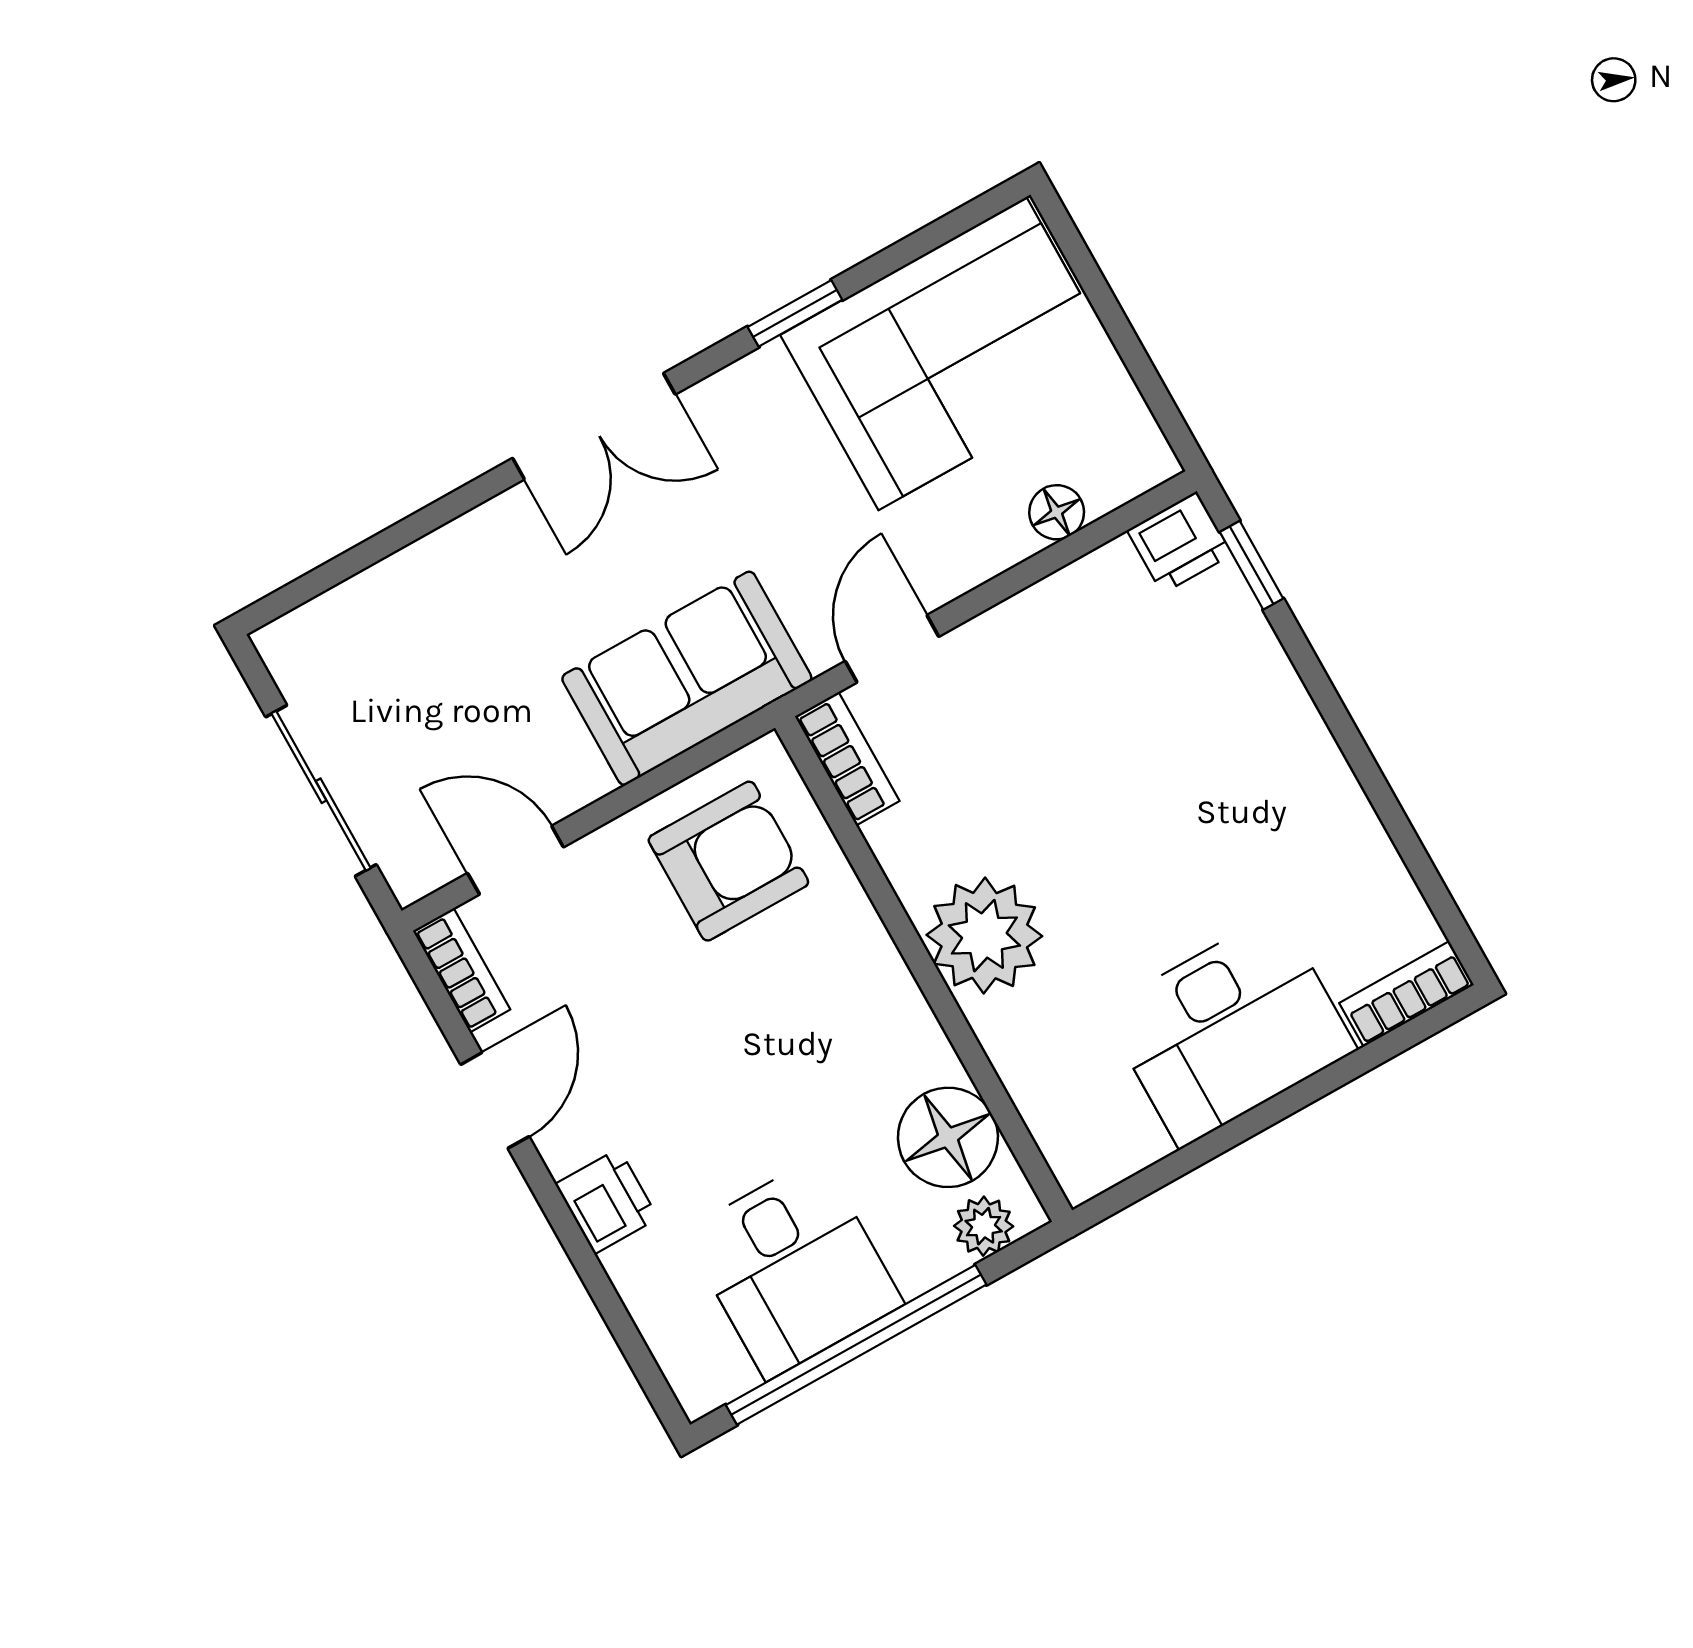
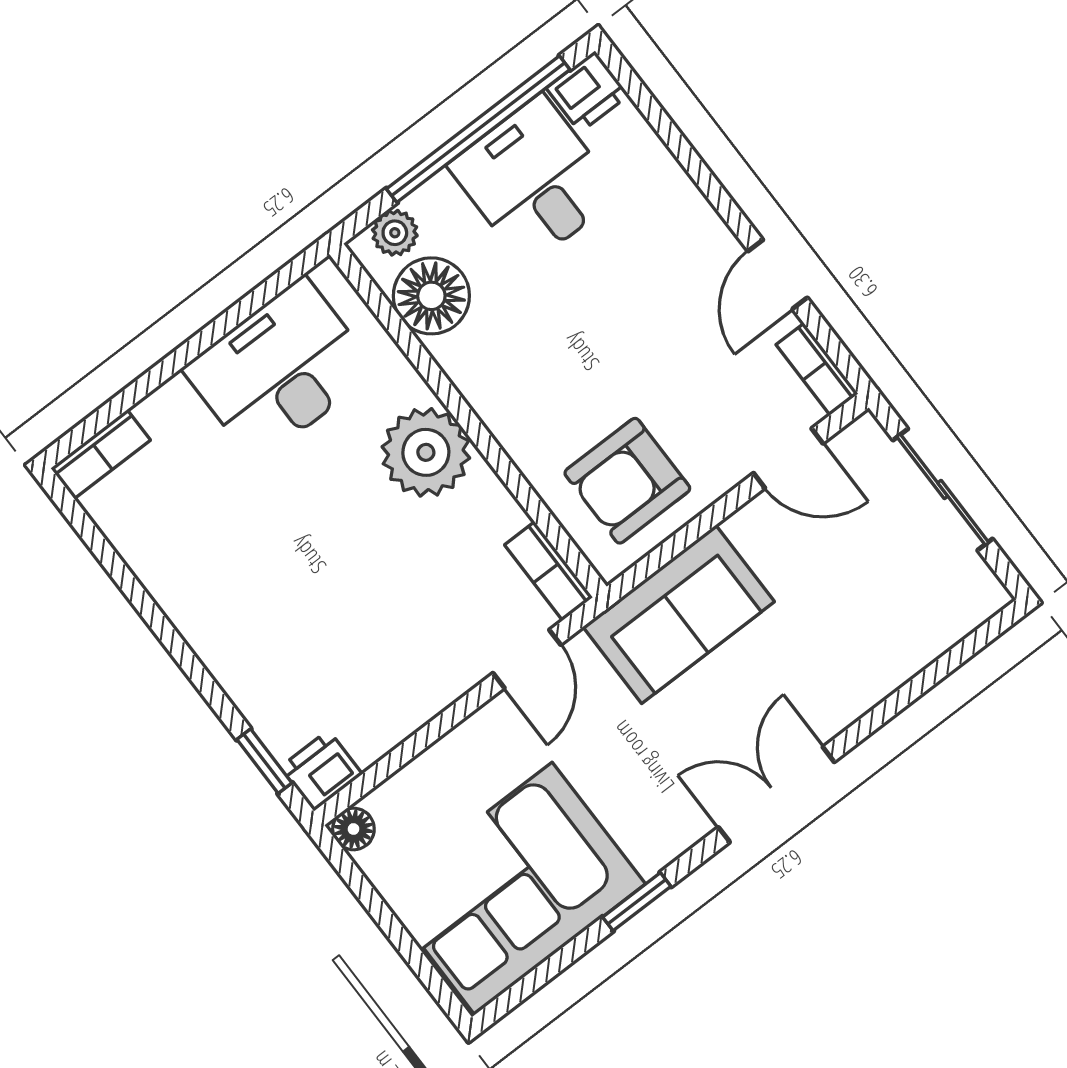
floor lamp: (1057, 512) -> (353, 829), moved
desk: (1229, 1030) -> (280, 370), moved
printer: (607, 1201) -> (588, 92), moved, turned -90

